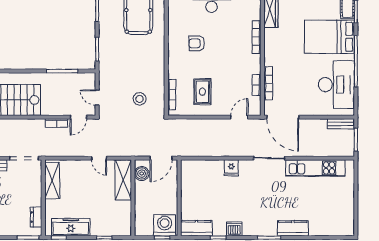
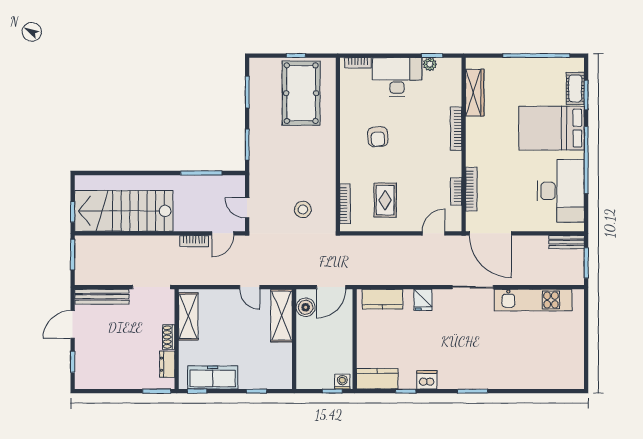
armchair: (197, 43) -> (378, 137), turned -95
shoe rack: (37, 196) -> (169, 337), added
washing machine: (165, 225) -> (342, 382), width x0.53, depth x0.53
kitchen counter: (293, 228) -> (382, 299), moved, turned 180

